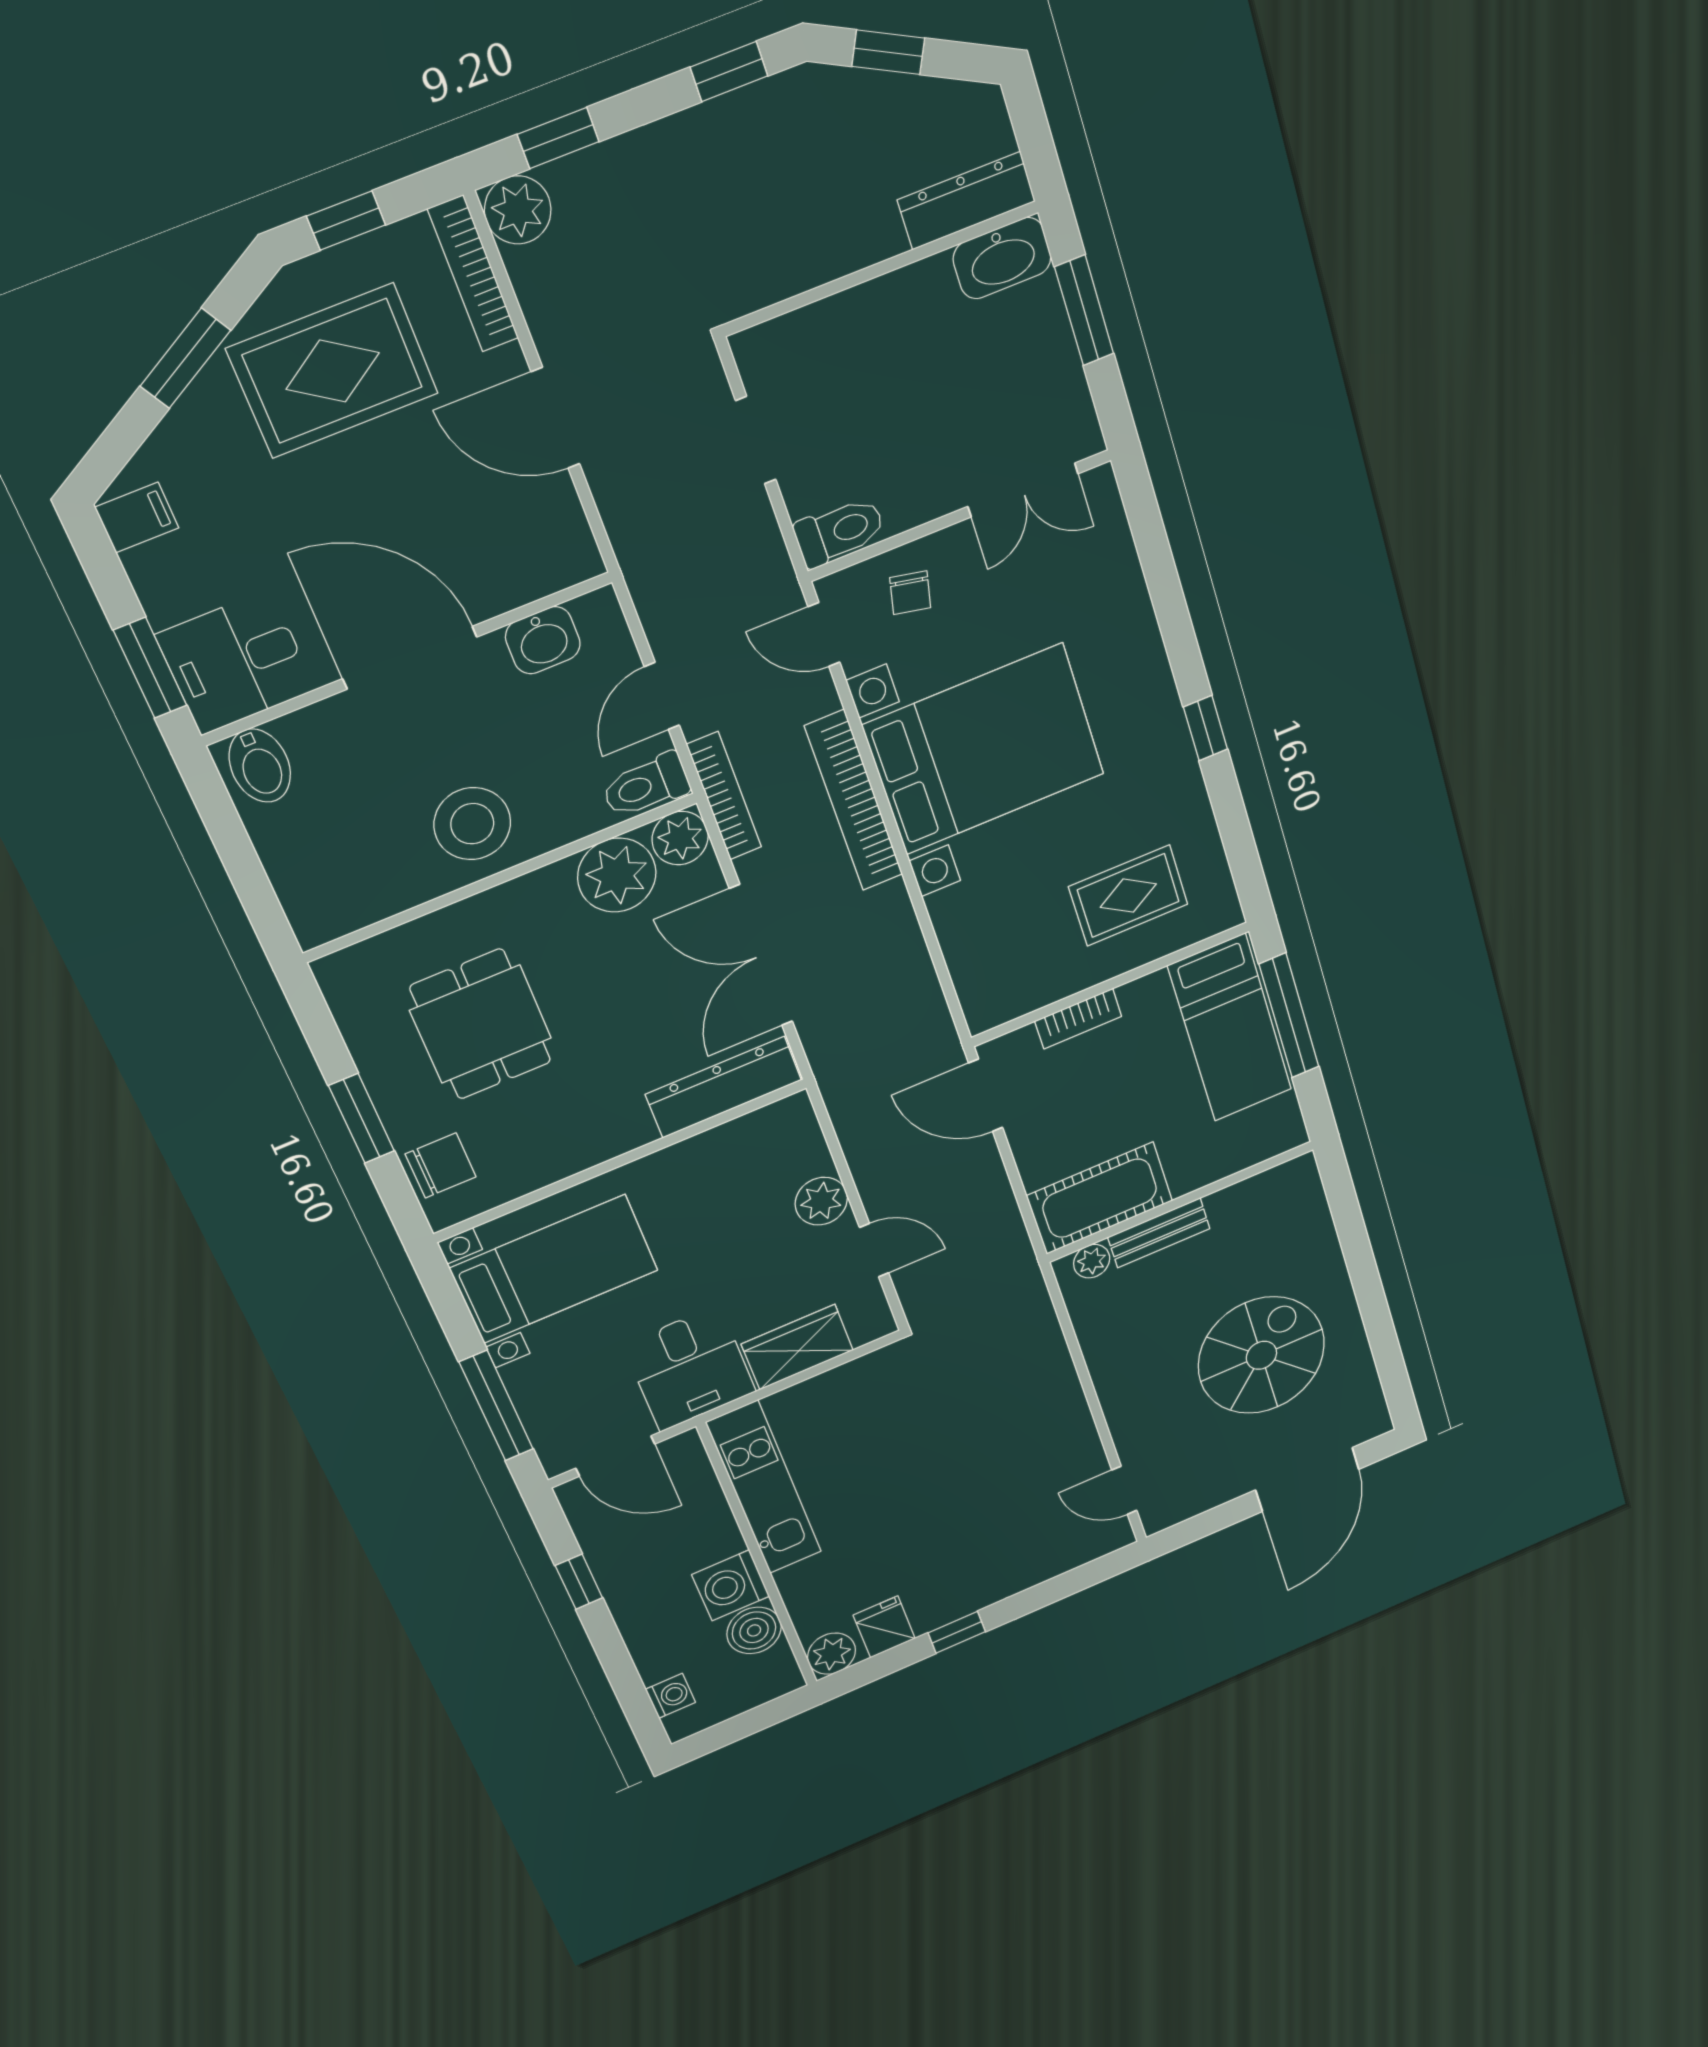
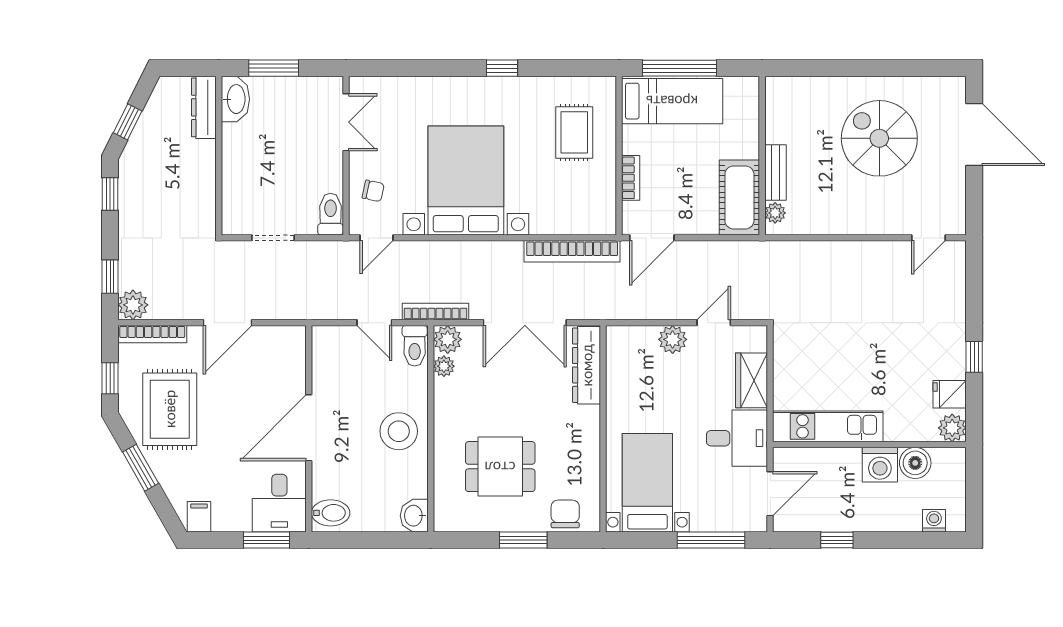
washbasin: (543, 640) -> (414, 516), moved, turned 180
bookcase: (854, 801) -> (572, 251), moved
plant: (617, 875) -> (444, 366), width x0.53, depth x0.53

